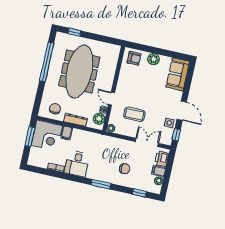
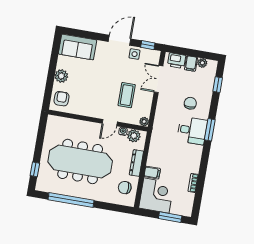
window: (30, 137) -> (170, 217), moved
desk: (77, 164) -> (192, 130), moved

